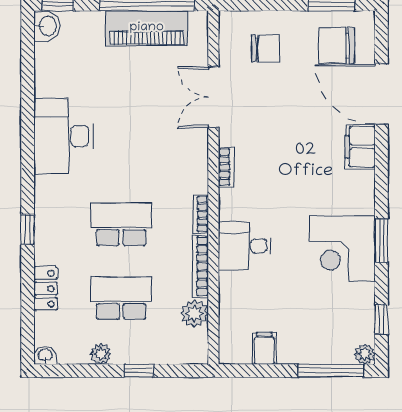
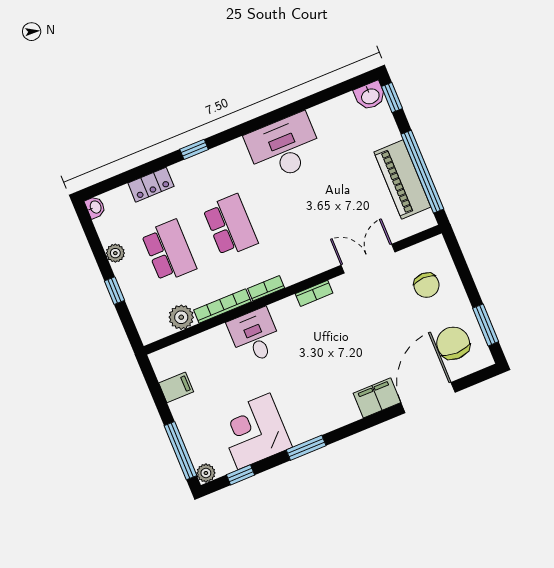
corner desk: (342, 248) -> (254, 431), moved

